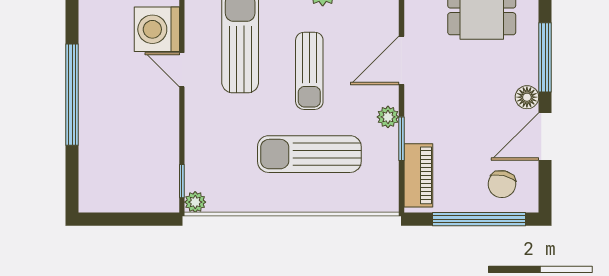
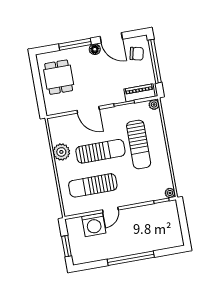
sun lounger: (309, 71) -> (100, 151), width x1.36, depth x1.34
plant: (388, 117) -> (154, 105), moved

